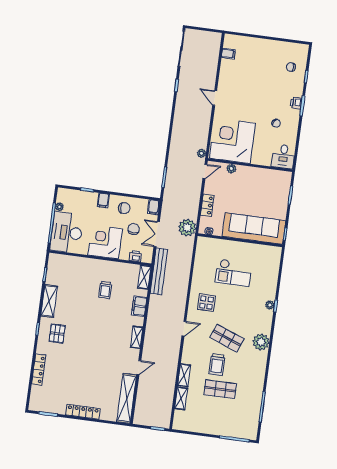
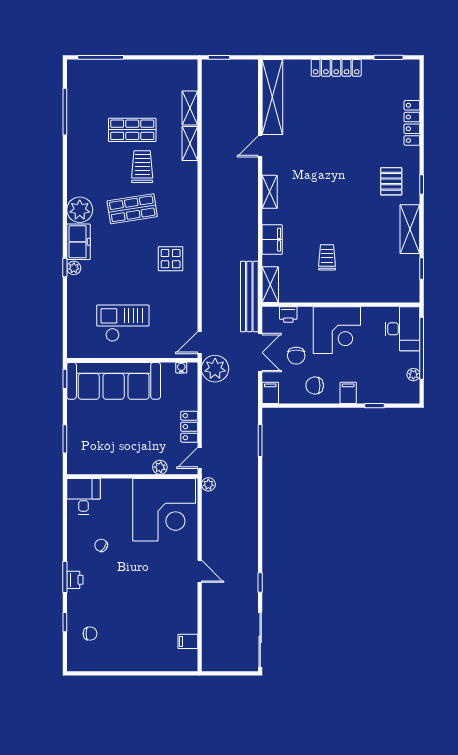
locker: (207, 205) -> (189, 427), moved
desk: (67, 232) -> (402, 329), width x0.73, depth x0.77
checkout: (234, 273) -> (123, 323), moved
freezer: (265, 321) -> (79, 242), added
door: (184, 329) -> (200, 343), moved
shop shelf: (227, 338) -> (132, 209), turned -30

